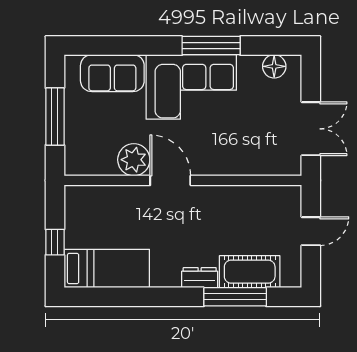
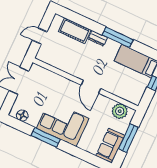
sofa: (112, 73) -> (110, 146), moved, turned -90
plant: (134, 160) -> (120, 111), moved
window: (235, 297) -> (118, 37), moved

